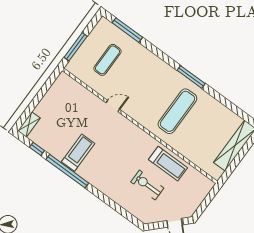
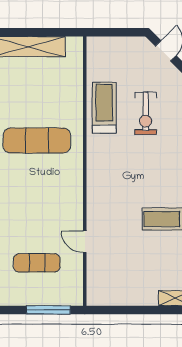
door: (113, 106) -> (85, 242), moved

